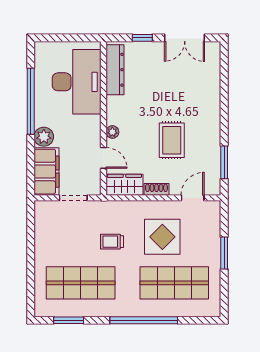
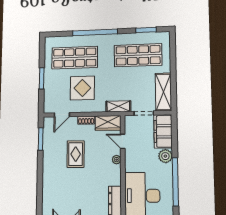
shelving: (110, 208) -> (118, 106), added
shelving: (45, 228) -> (163, 92), added
trolley: (112, 242) -> (117, 84), removed

